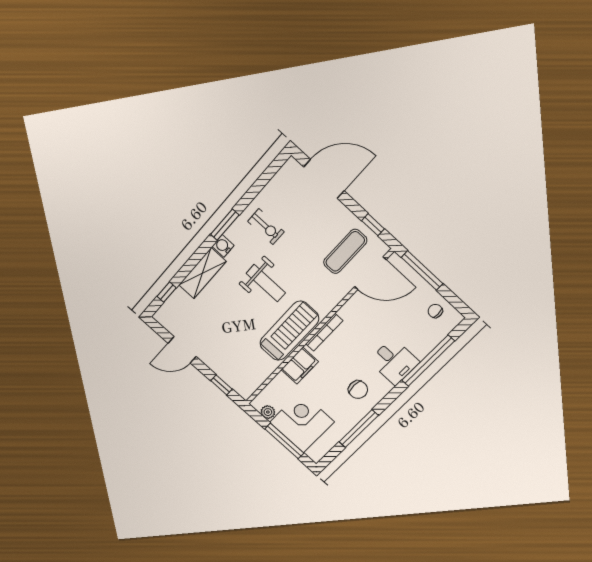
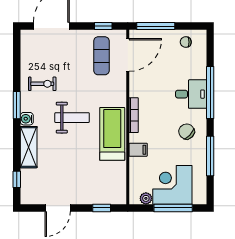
window: (428, 361) -> (210, 92), moved
filing cabinet: (300, 366) -> (138, 150), width x0.50
chair: (358, 390) -> (187, 132), turned -137

